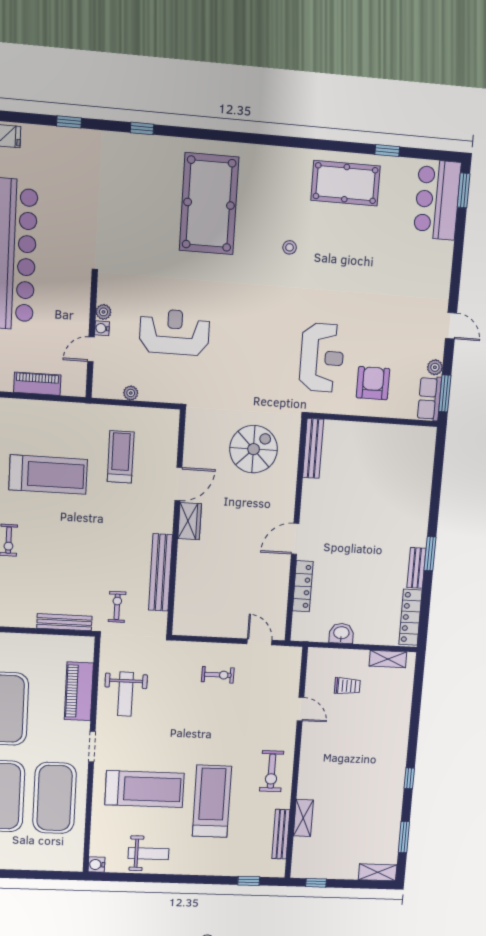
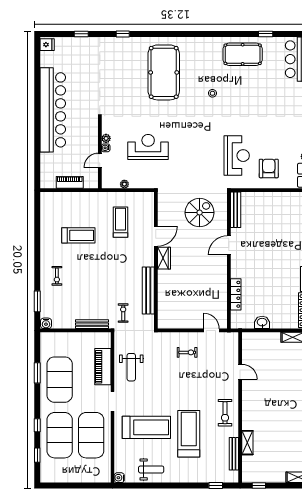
treadmill: (48, 475) -> (78, 235), width x0.73, depth x0.73
door: (295, 539) -> (229, 245), moved
trolley: (347, 686) -> (269, 356), removed

